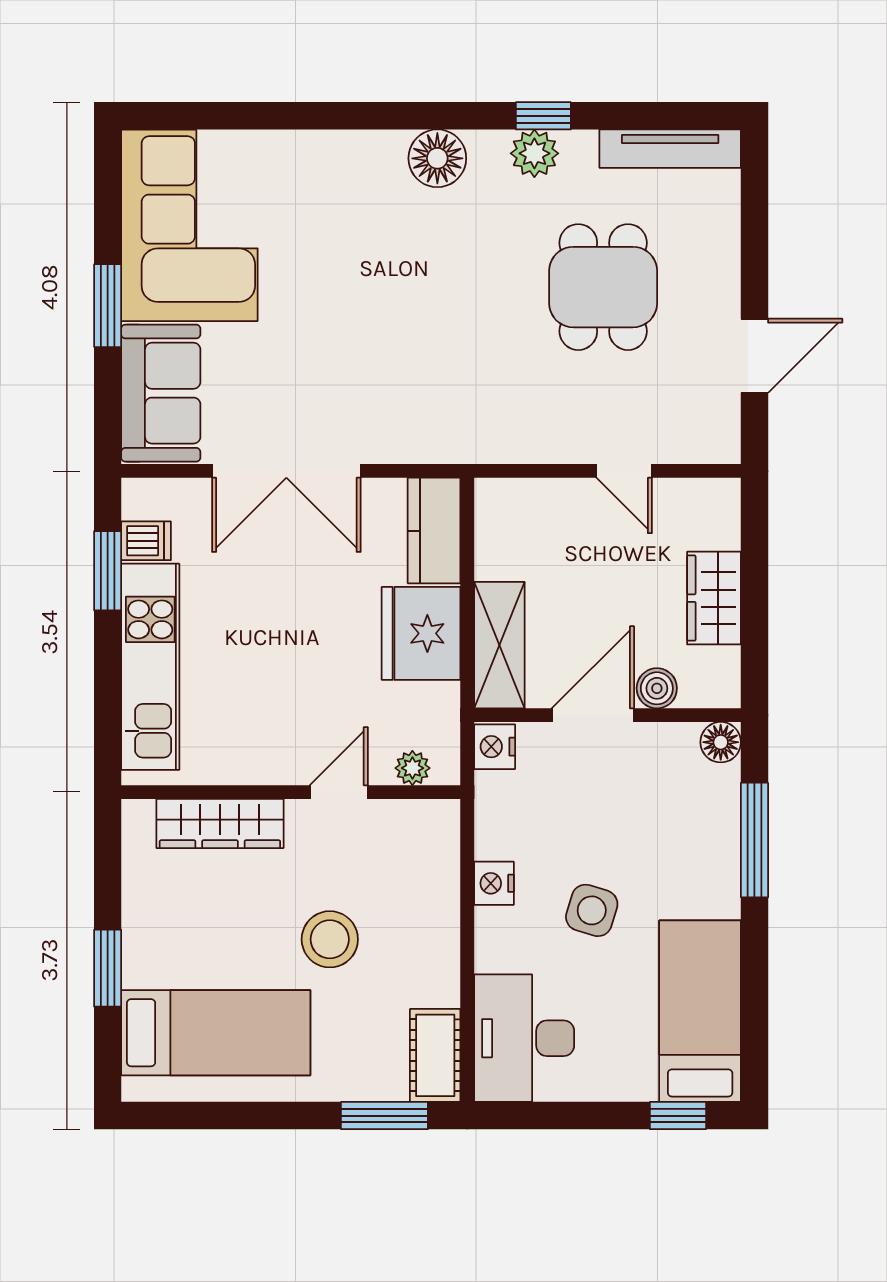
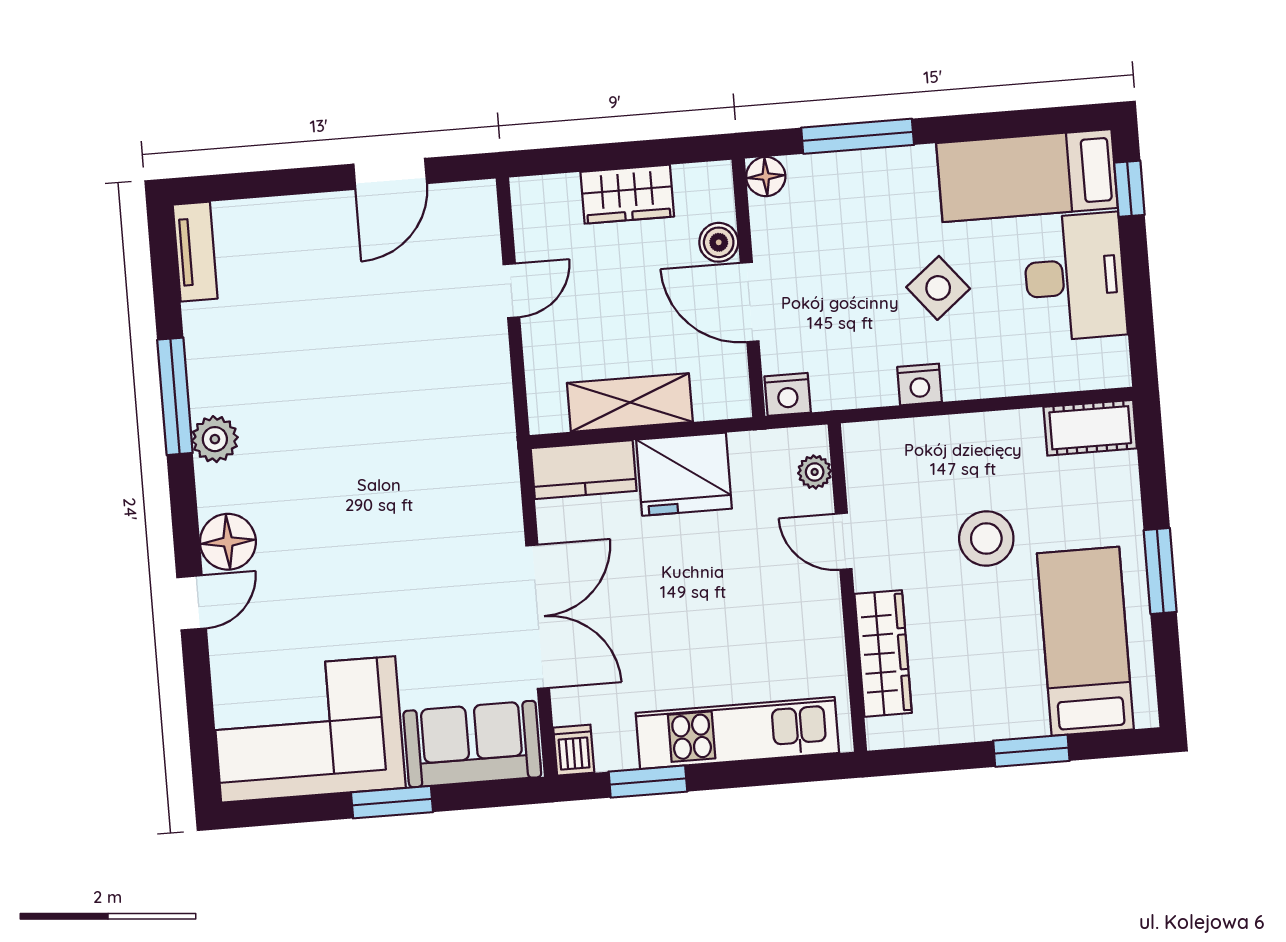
door: (329, 116) -> (192, 603), added
window: (543, 116) -> (175, 396), width x2.17
tv unit: (670, 149) -> (195, 252), width x0.71
plant: (534, 153) -> (215, 439), moved
floor lamp: (437, 158) -> (228, 542), moved
dining table: (603, 287) -> (336, 325), removed
door: (754, 356) -> (390, 174), swing flipped
dishwasher: (146, 541) -> (574, 750), moved
shelving: (499, 645) -> (630, 402), moved
side table: (592, 910) -> (938, 288), turned 34
desk: (524, 1038) -> (1075, 277), moved, turned -90
window: (384, 1116) -> (1160, 571), moved

